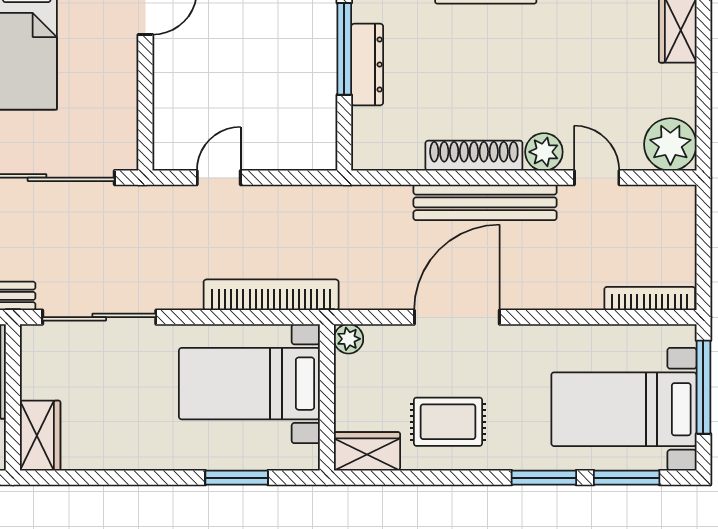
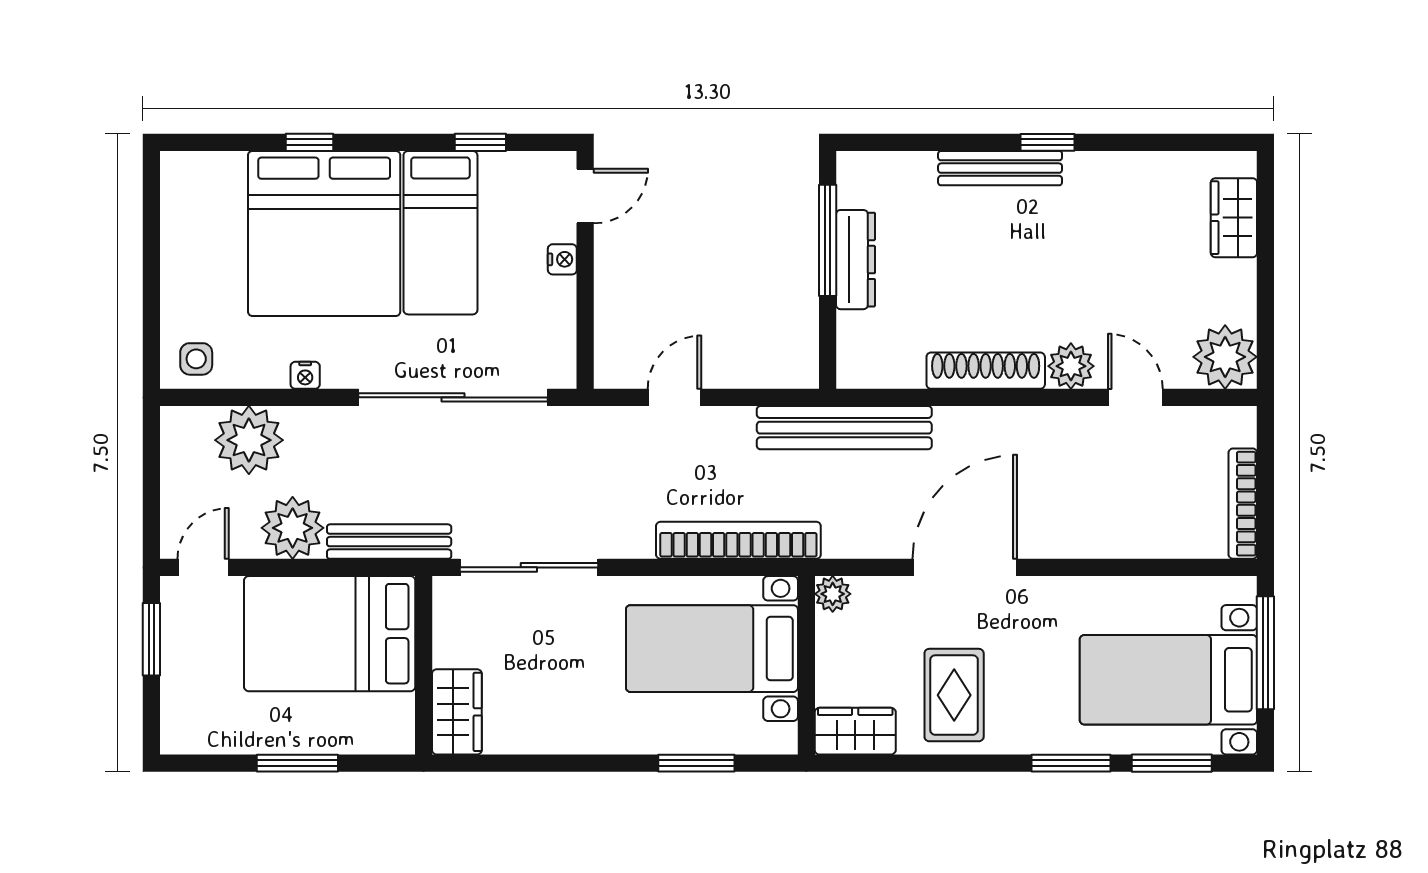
nightstand: (127, 64) -> (562, 259), added
bench: (485, 202) -> (844, 428), moved
bookcase: (650, 299) -> (1243, 504), moved, turned -90
rug: (448, 422) -> (954, 695), turned 90

